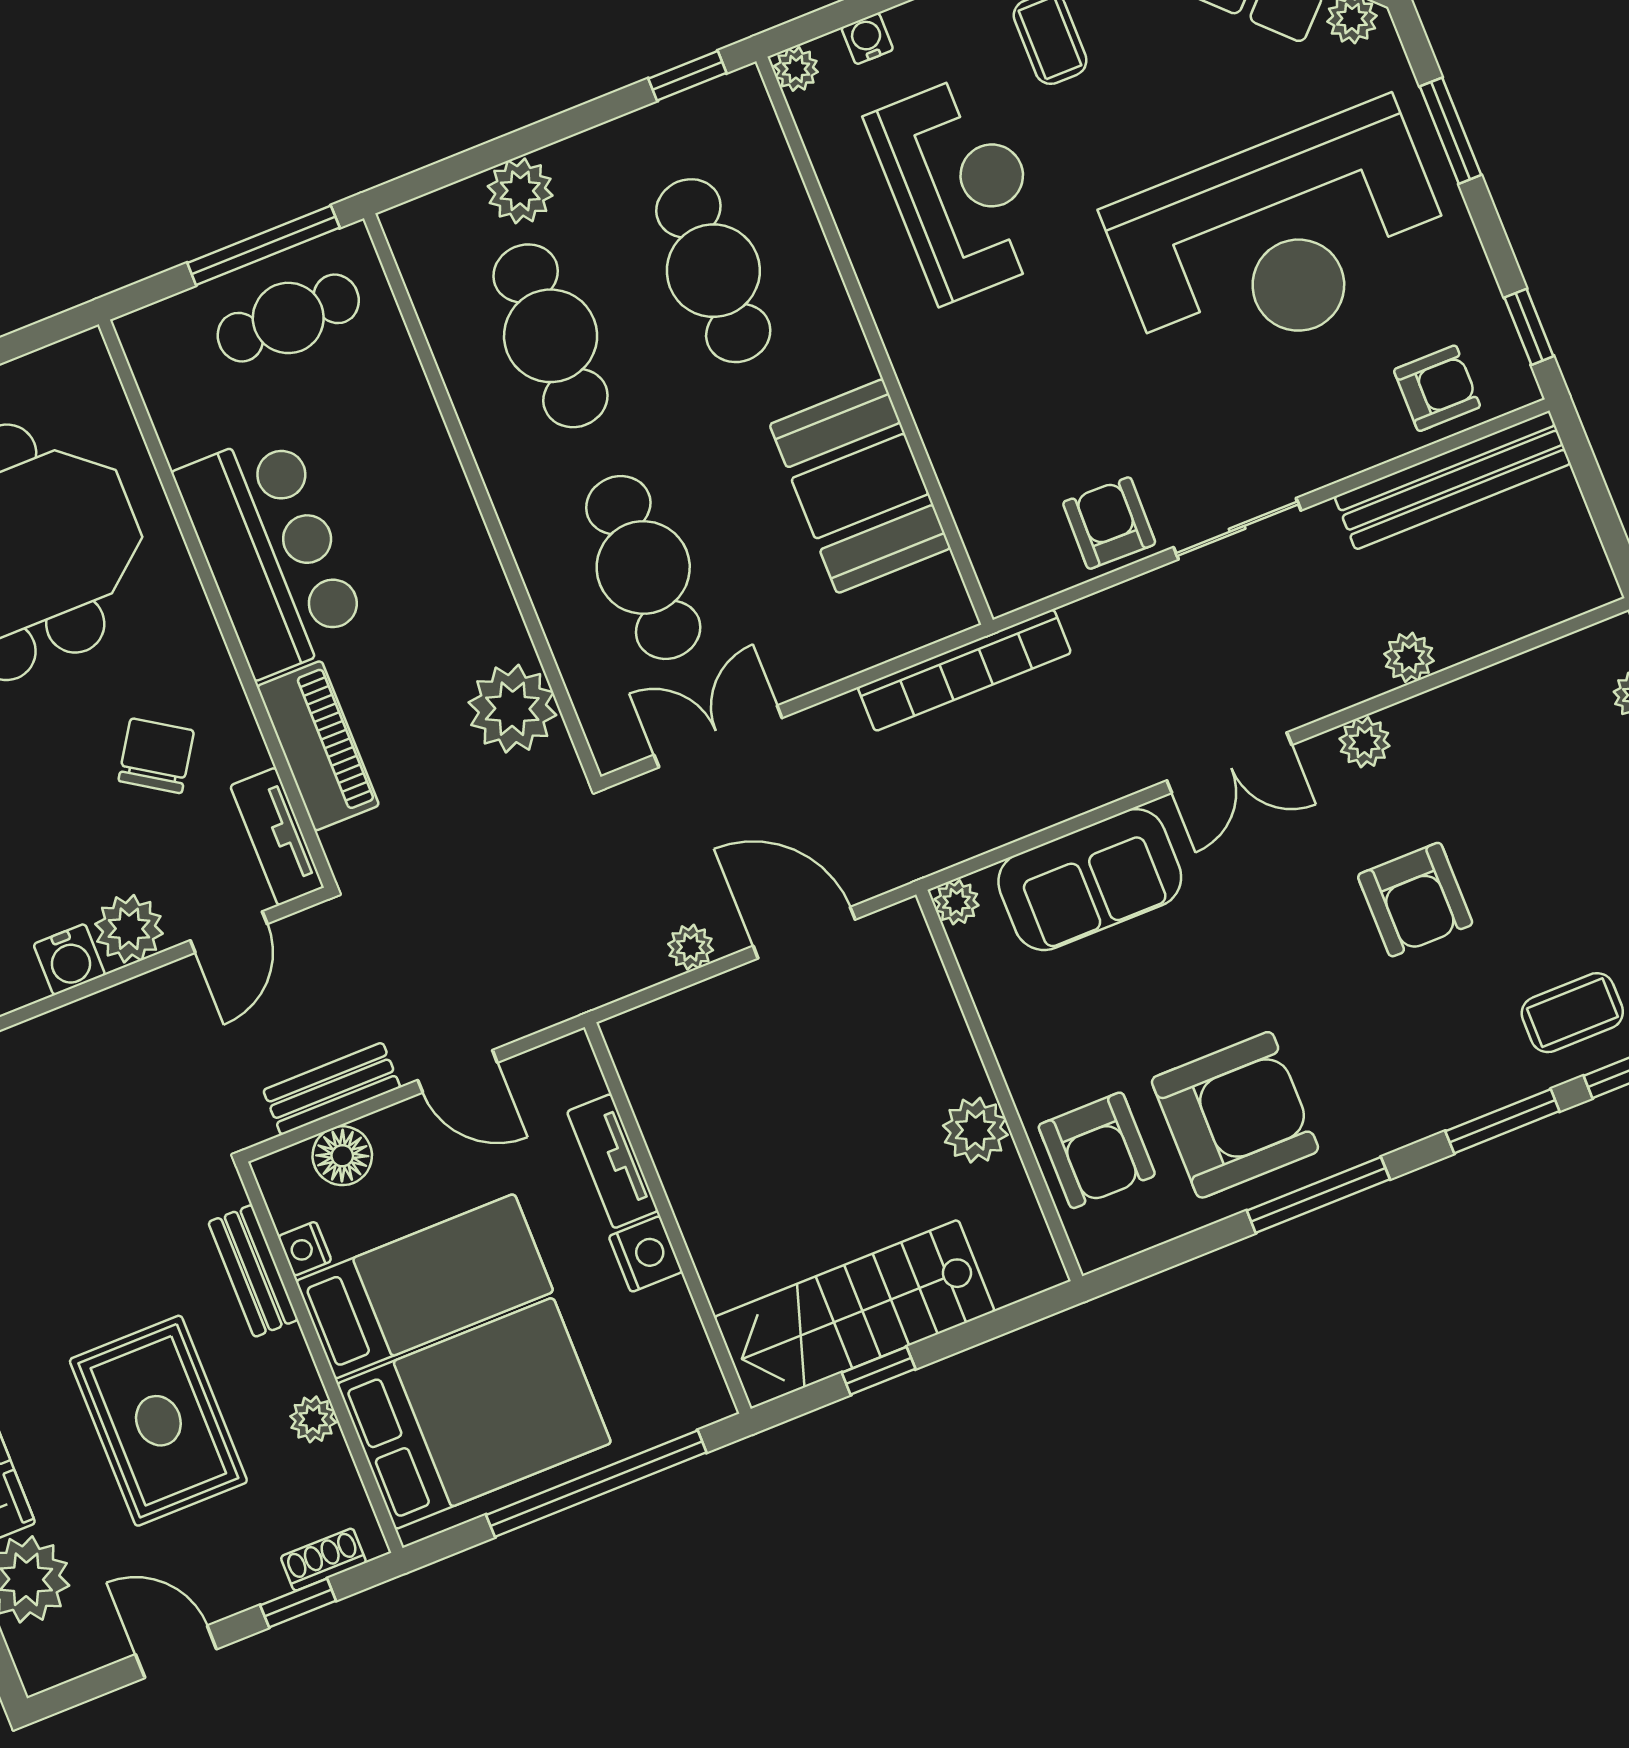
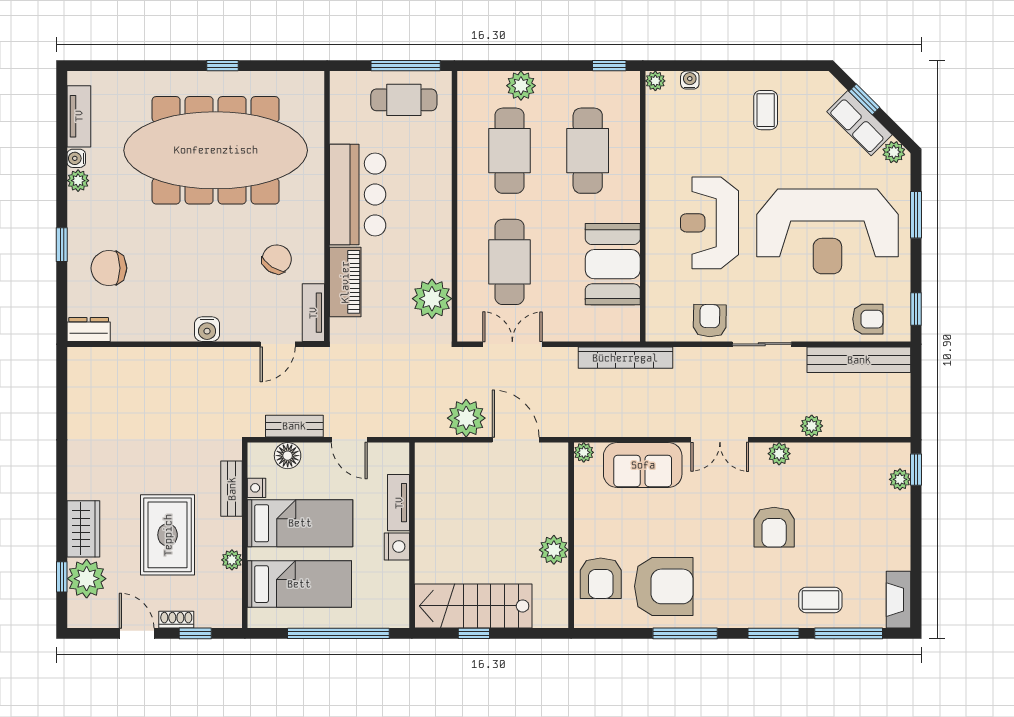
reception desk: (960, 188) -> (709, 223), moved, turned 180
plant: (129, 929) -> (237, 326), removed
plant: (691, 947) -> (466, 418), width x1.88, depth x1.88
bed: (474, 1413) -> (299, 584), width x0.67
shoe rack: (323, 1560) -> (176, 620), moved

